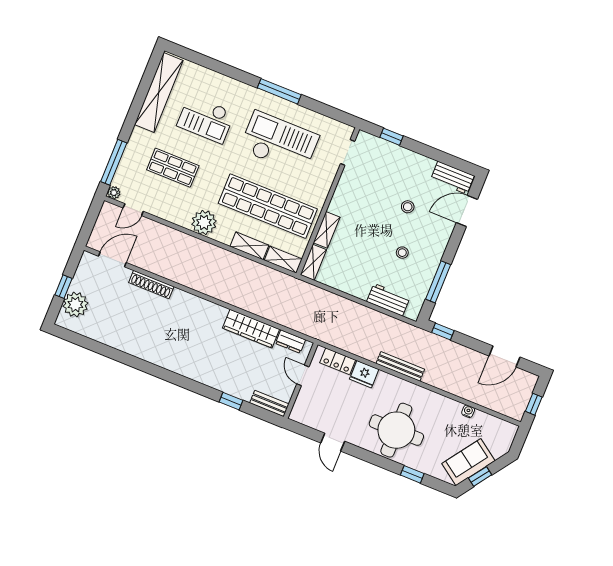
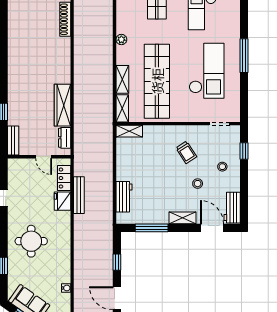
trolley: (366, 205) -> (186, 152), added
plant: (204, 223) -> (121, 39), width x0.53, depth x0.53
shelving: (327, 230) -> (182, 218), moved
stool: (402, 253) -> (222, 167), moved
window: (443, 332) -> (117, 262), moved
bench: (400, 366) -> (79, 195), moved
door: (303, 375) -> (44, 157), swing flipped
round table: (396, 430) -> (31, 241), width x0.73, depth x0.73

